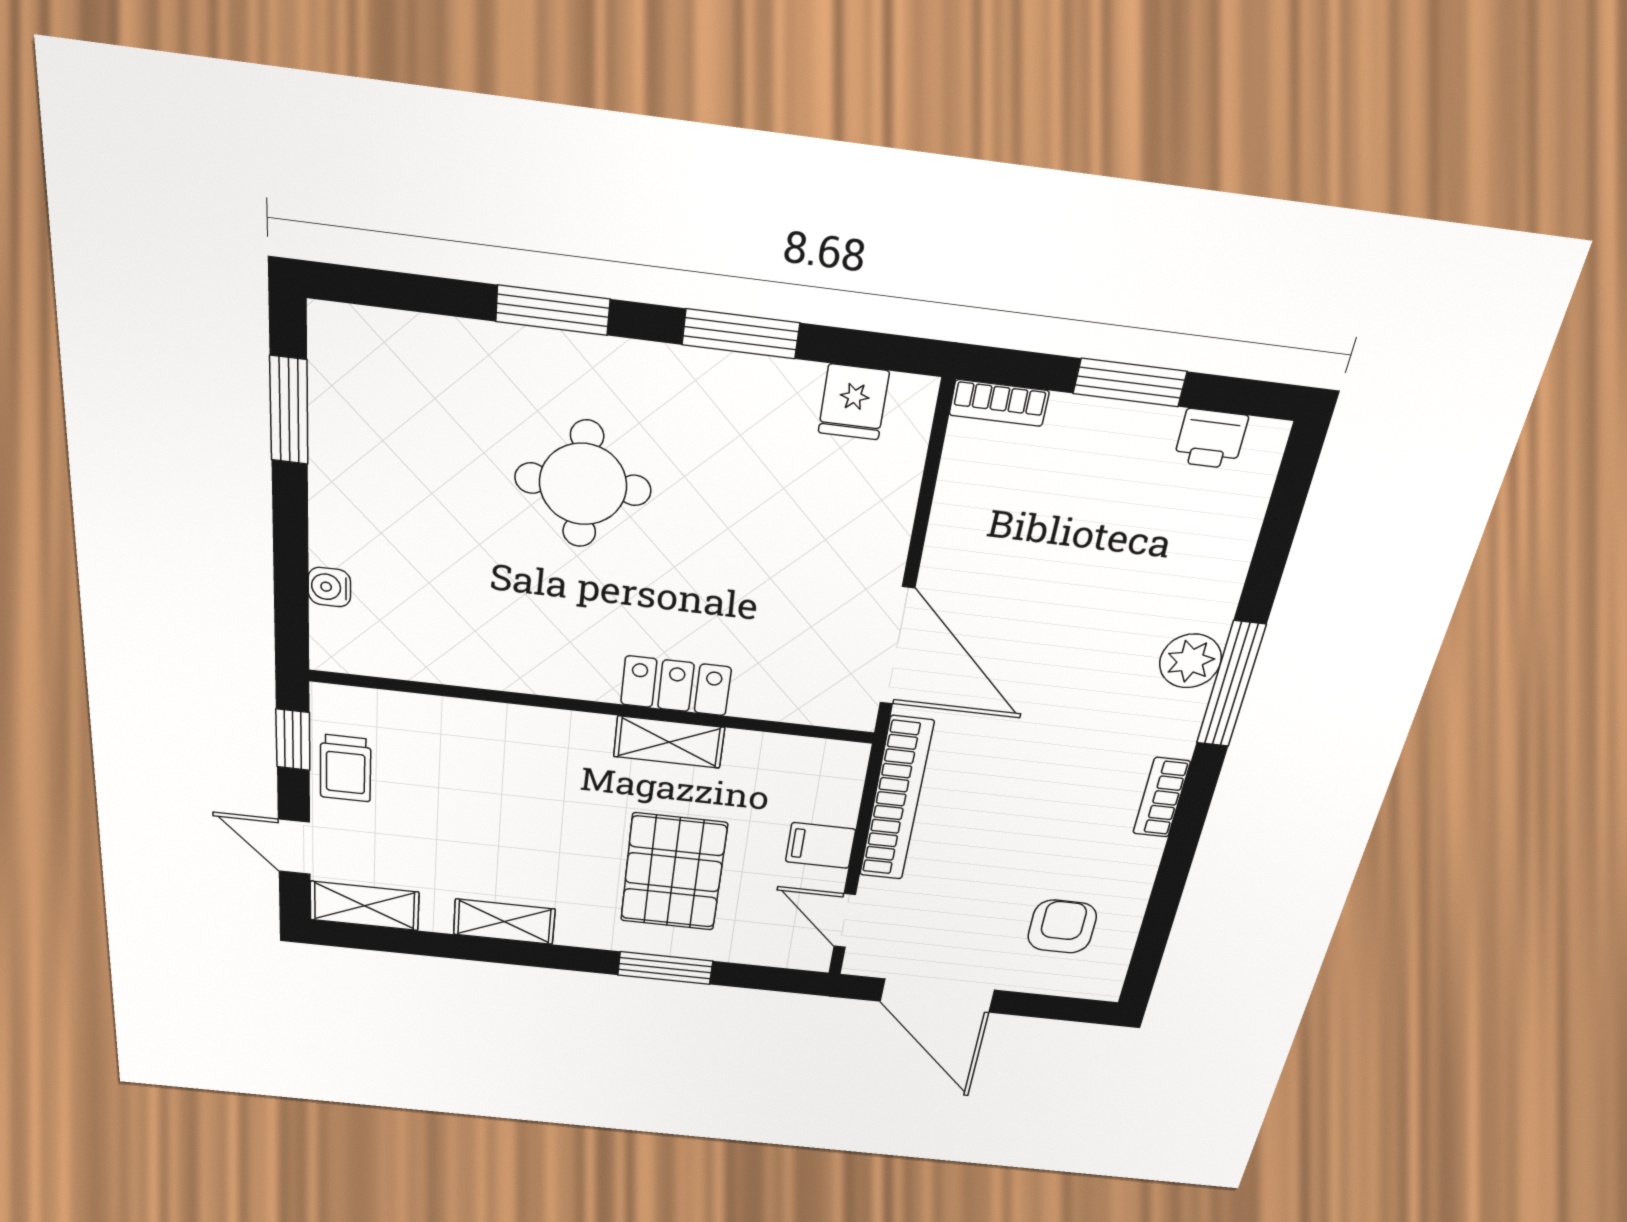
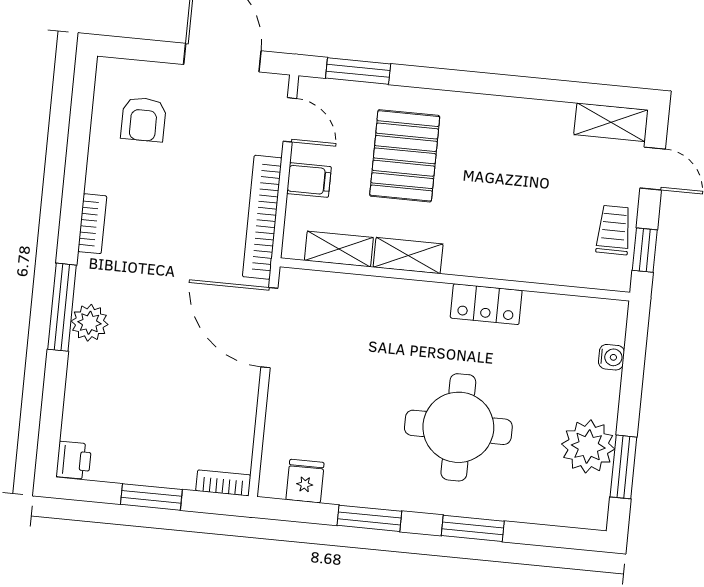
printer: (1211, 439) -> (74, 460), moved, turned 90
plant: (355, 446) -> (588, 446), added
round table: (583, 484) -> (458, 427), width x1.36, depth x1.36
locker: (676, 686) -> (486, 304), moved
shelving: (504, 922) -> (339, 249), moved
window: (665, 968) -> (358, 71), moved

